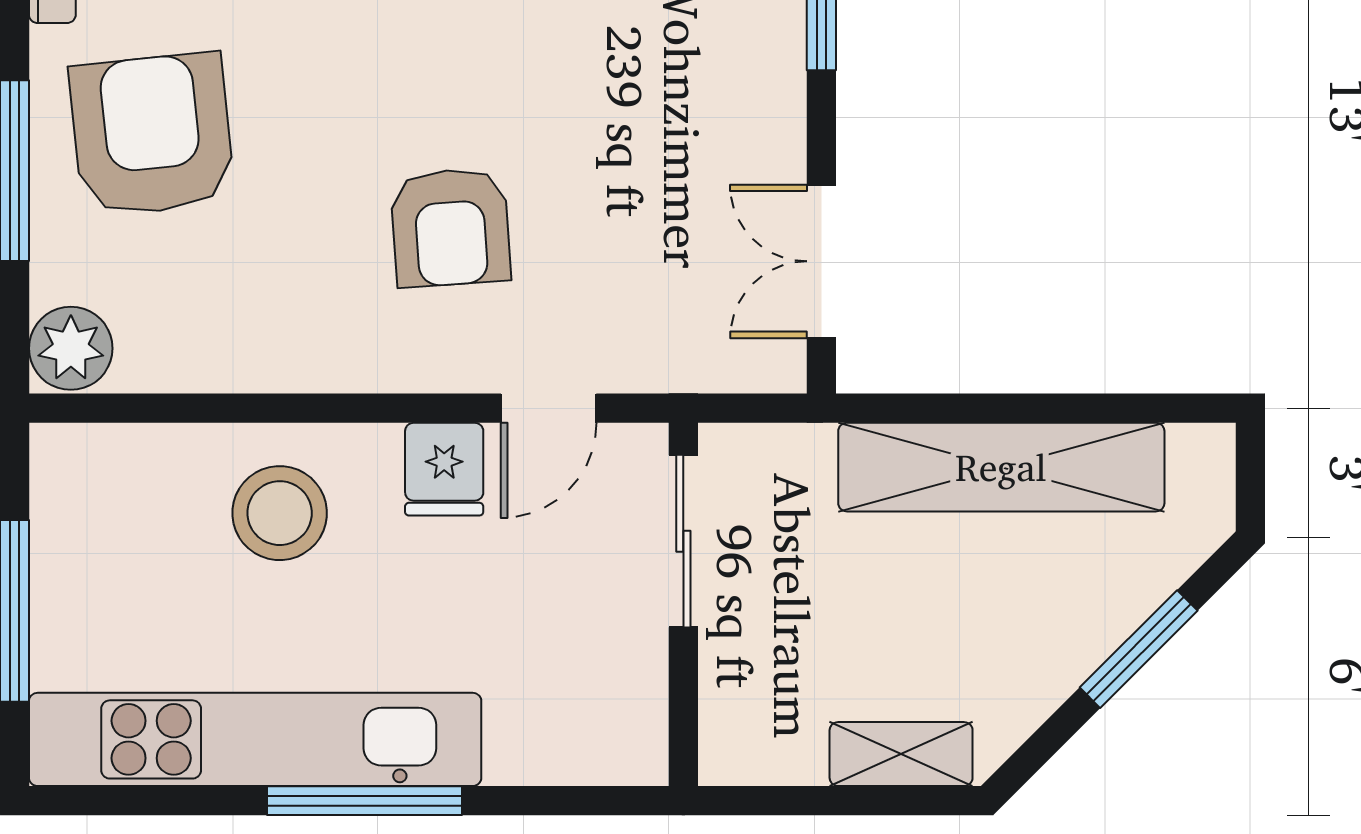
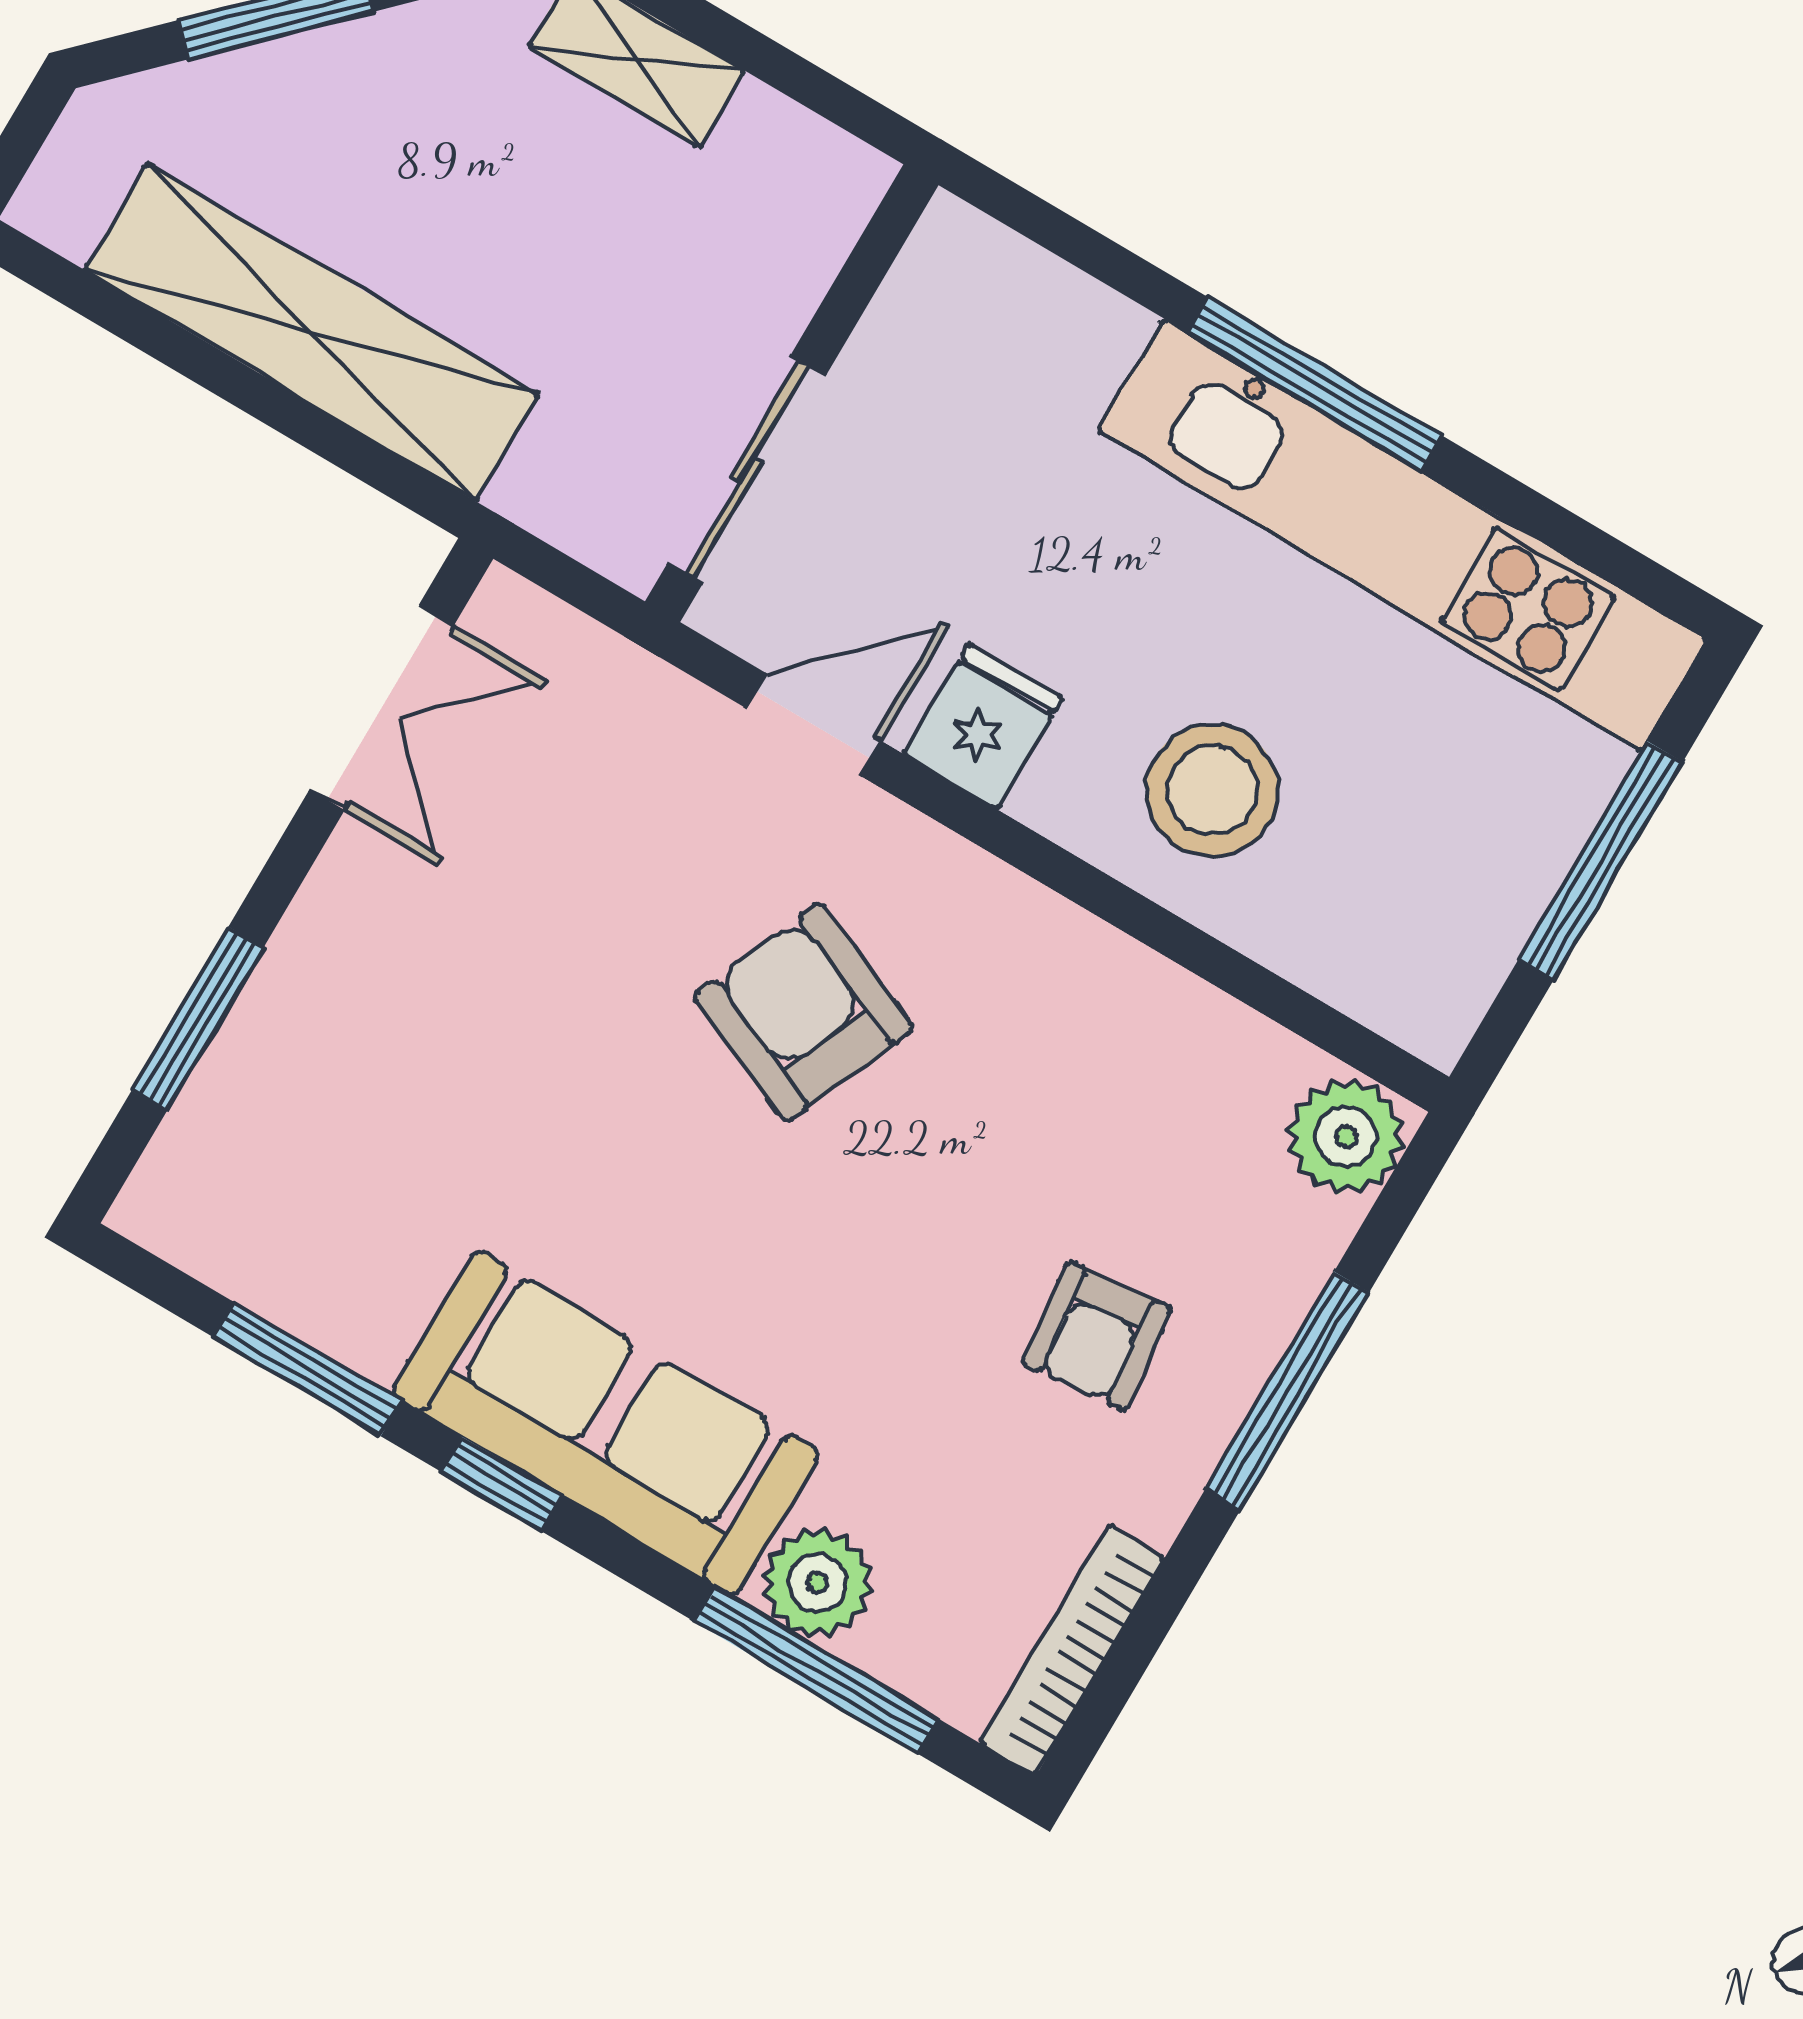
armchair: (152, 135) -> (1097, 1336), width x0.53, depth x0.53
armchair: (451, 227) -> (804, 1012), turned -63

